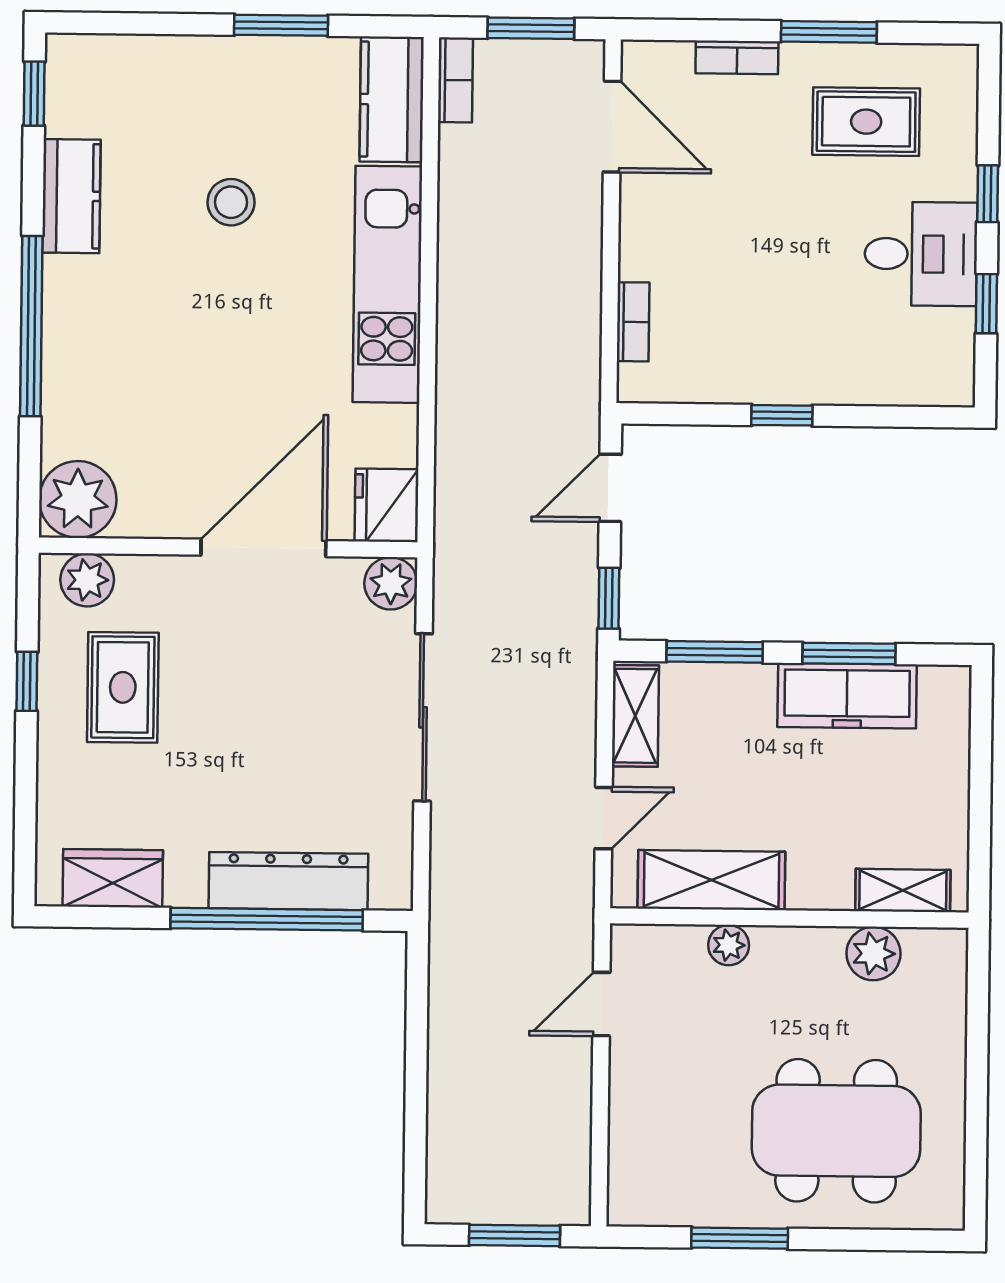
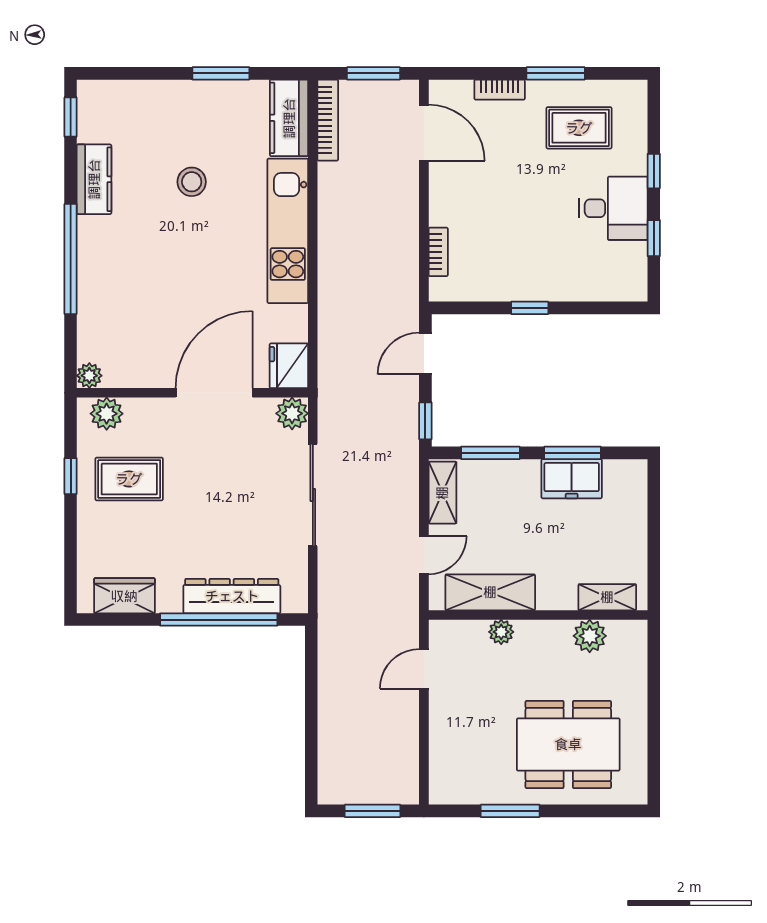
bookcase: (455, 80) -> (328, 120), width x1.56
plant: (78, 499) -> (89, 376), width x0.53, depth x0.53
rug: (123, 687) -> (129, 479), turned 90
freezer: (847, 696) -> (572, 479), width x0.71

